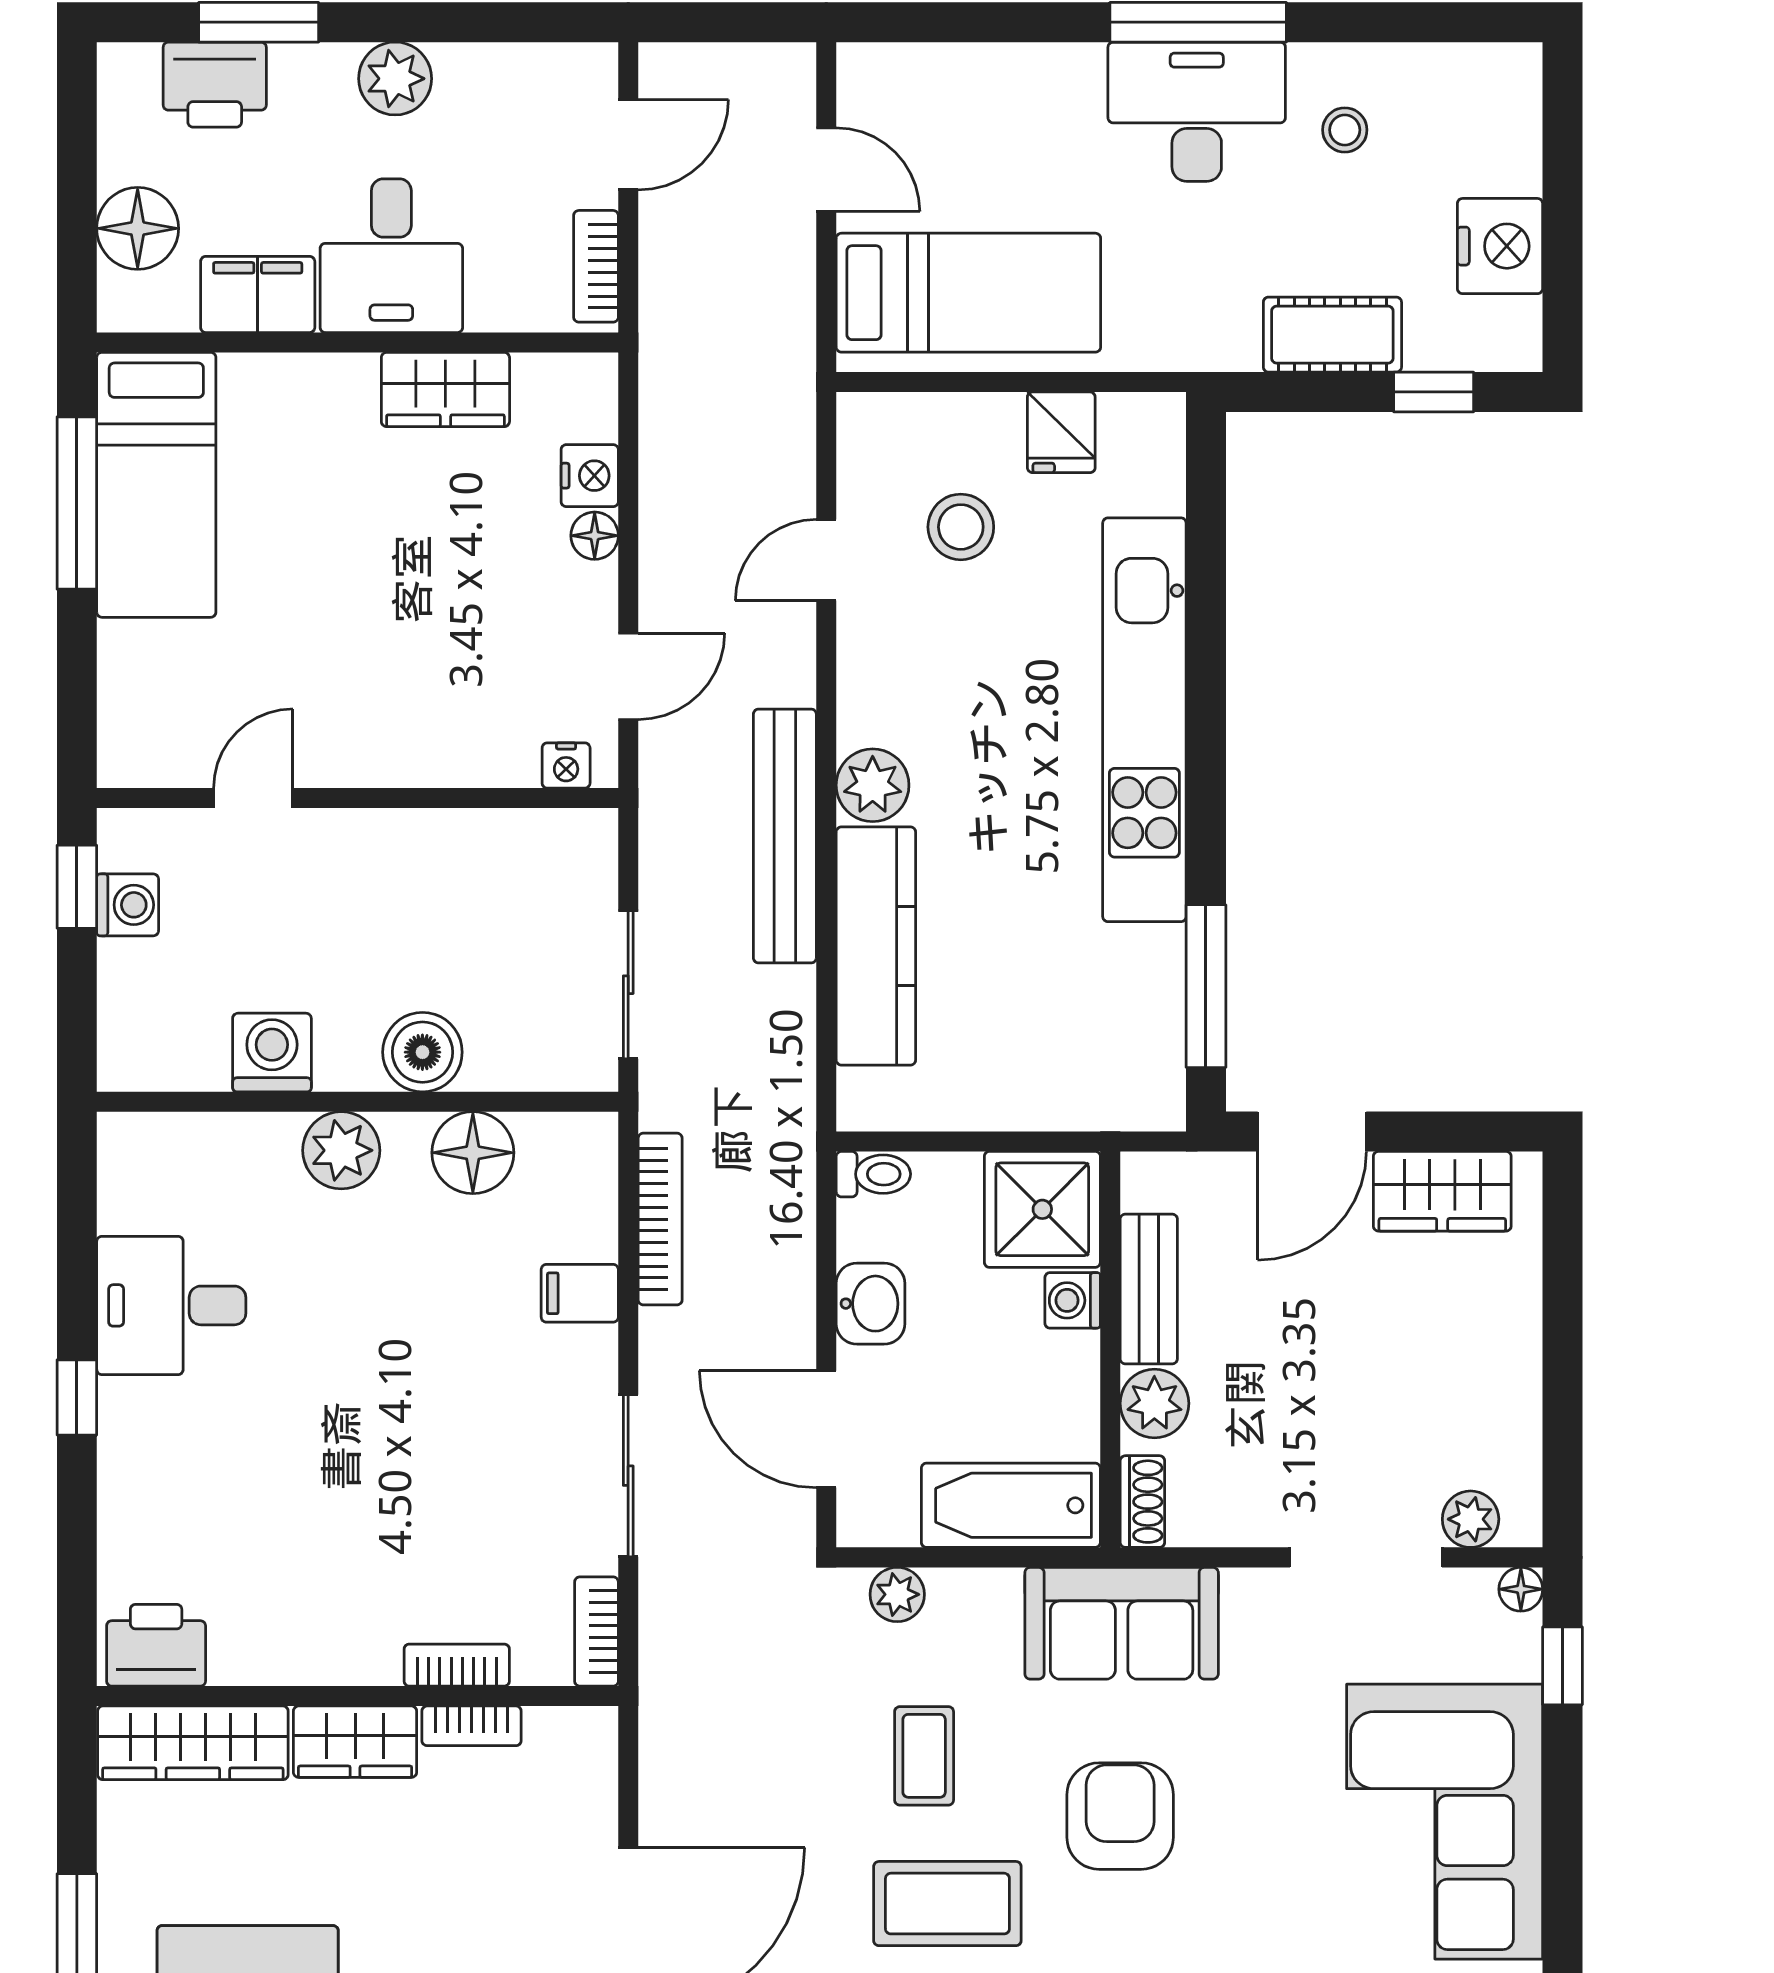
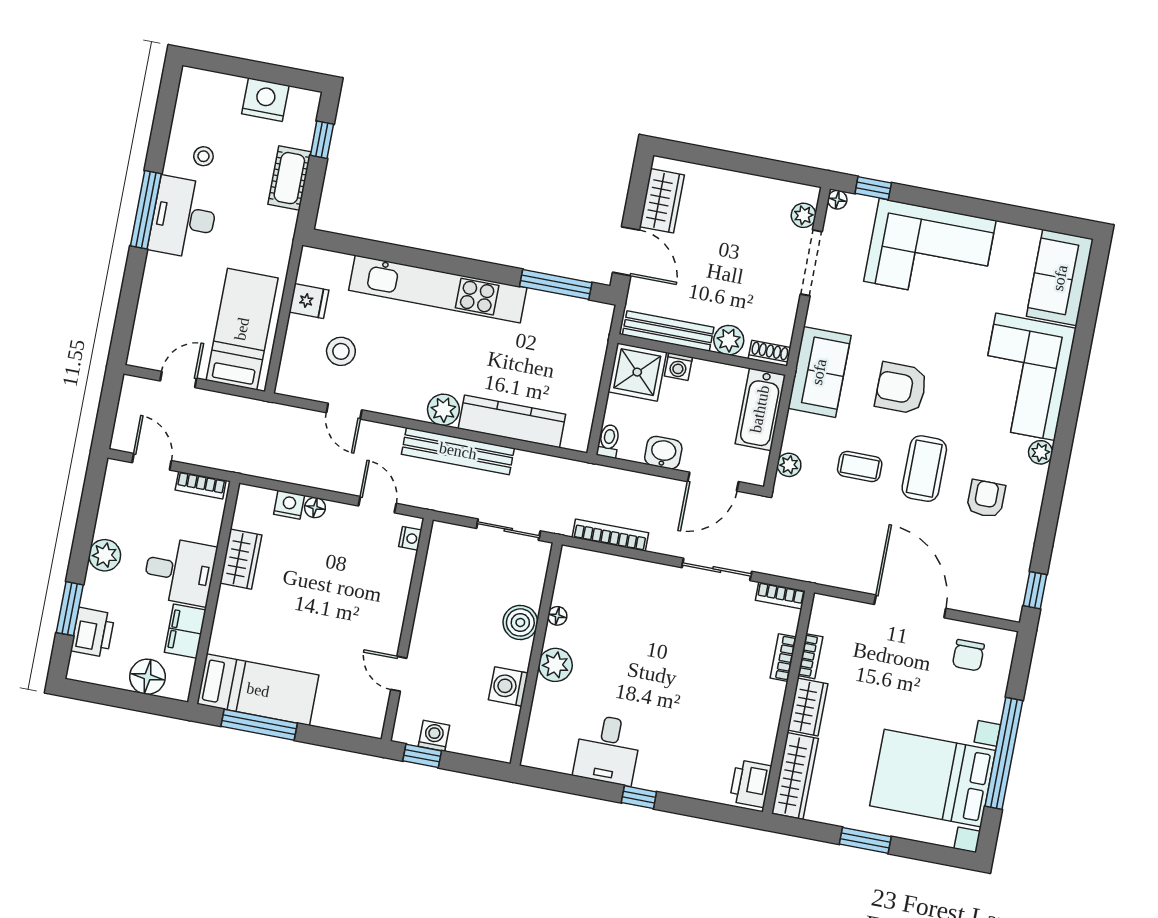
floor lamp: (473, 1153) -> (557, 616), width x0.53, depth x0.53
bench: (1149, 1289) -> (668, 331), width x1.36
filing cabinet: (580, 1293) -> (635, 575), removed

